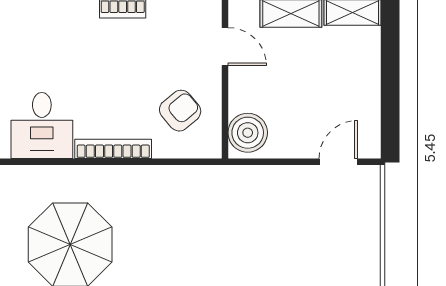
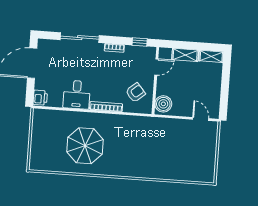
door: (225, 47) -> (156, 67), hinge flipped
door: (338, 162) -> (201, 119), hinge flipped

